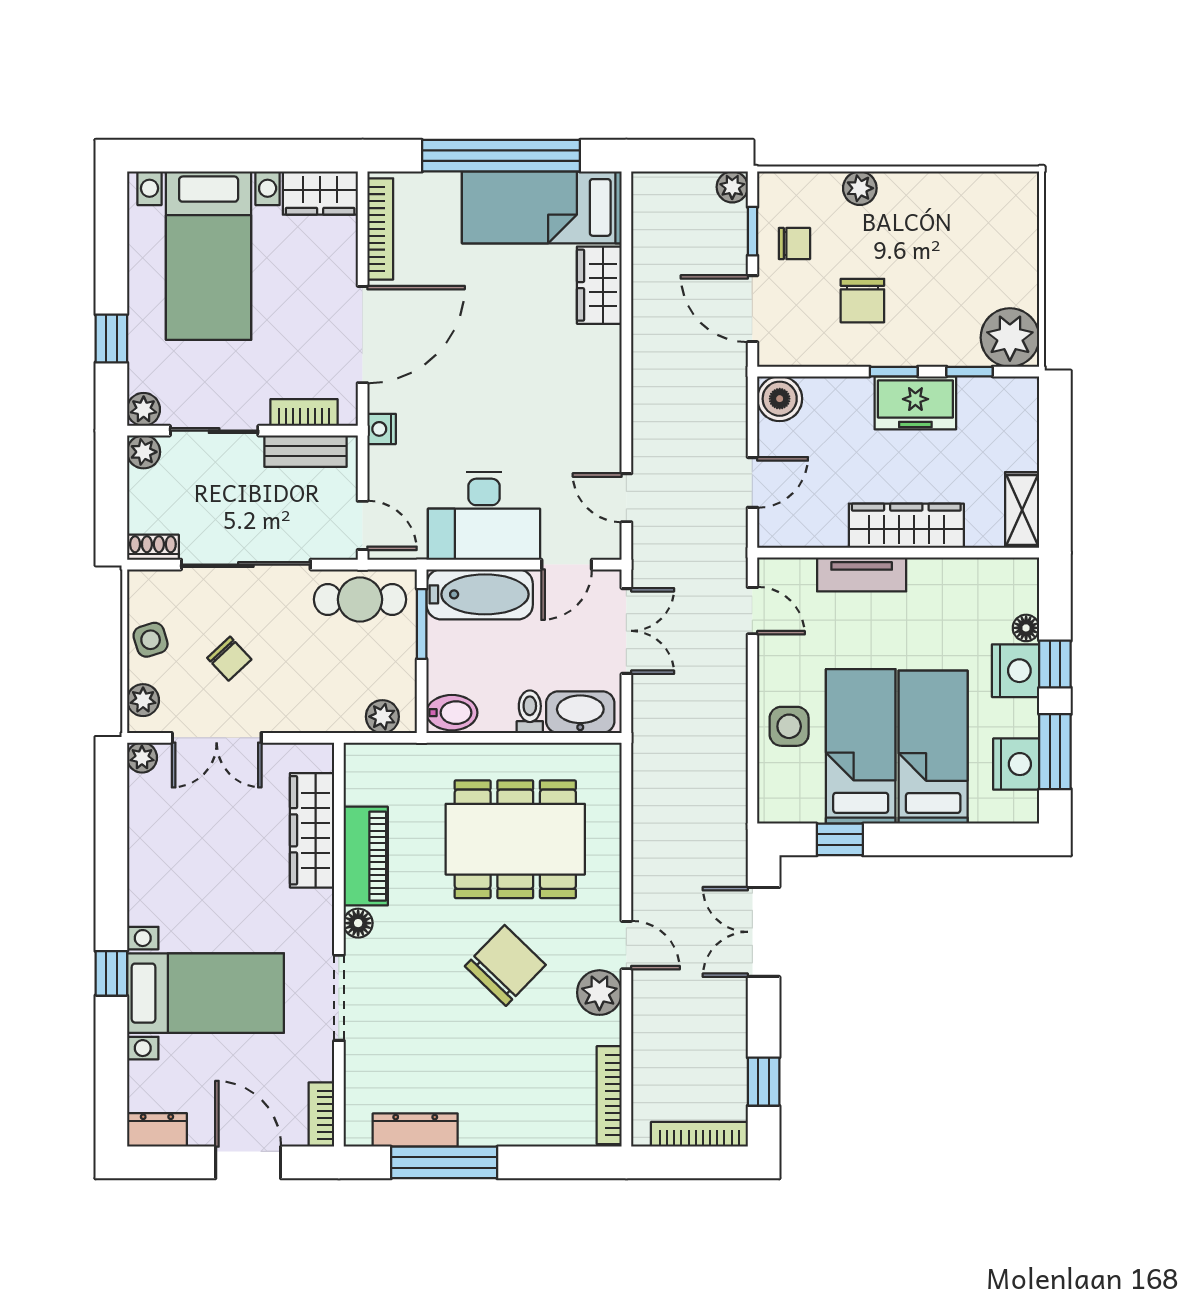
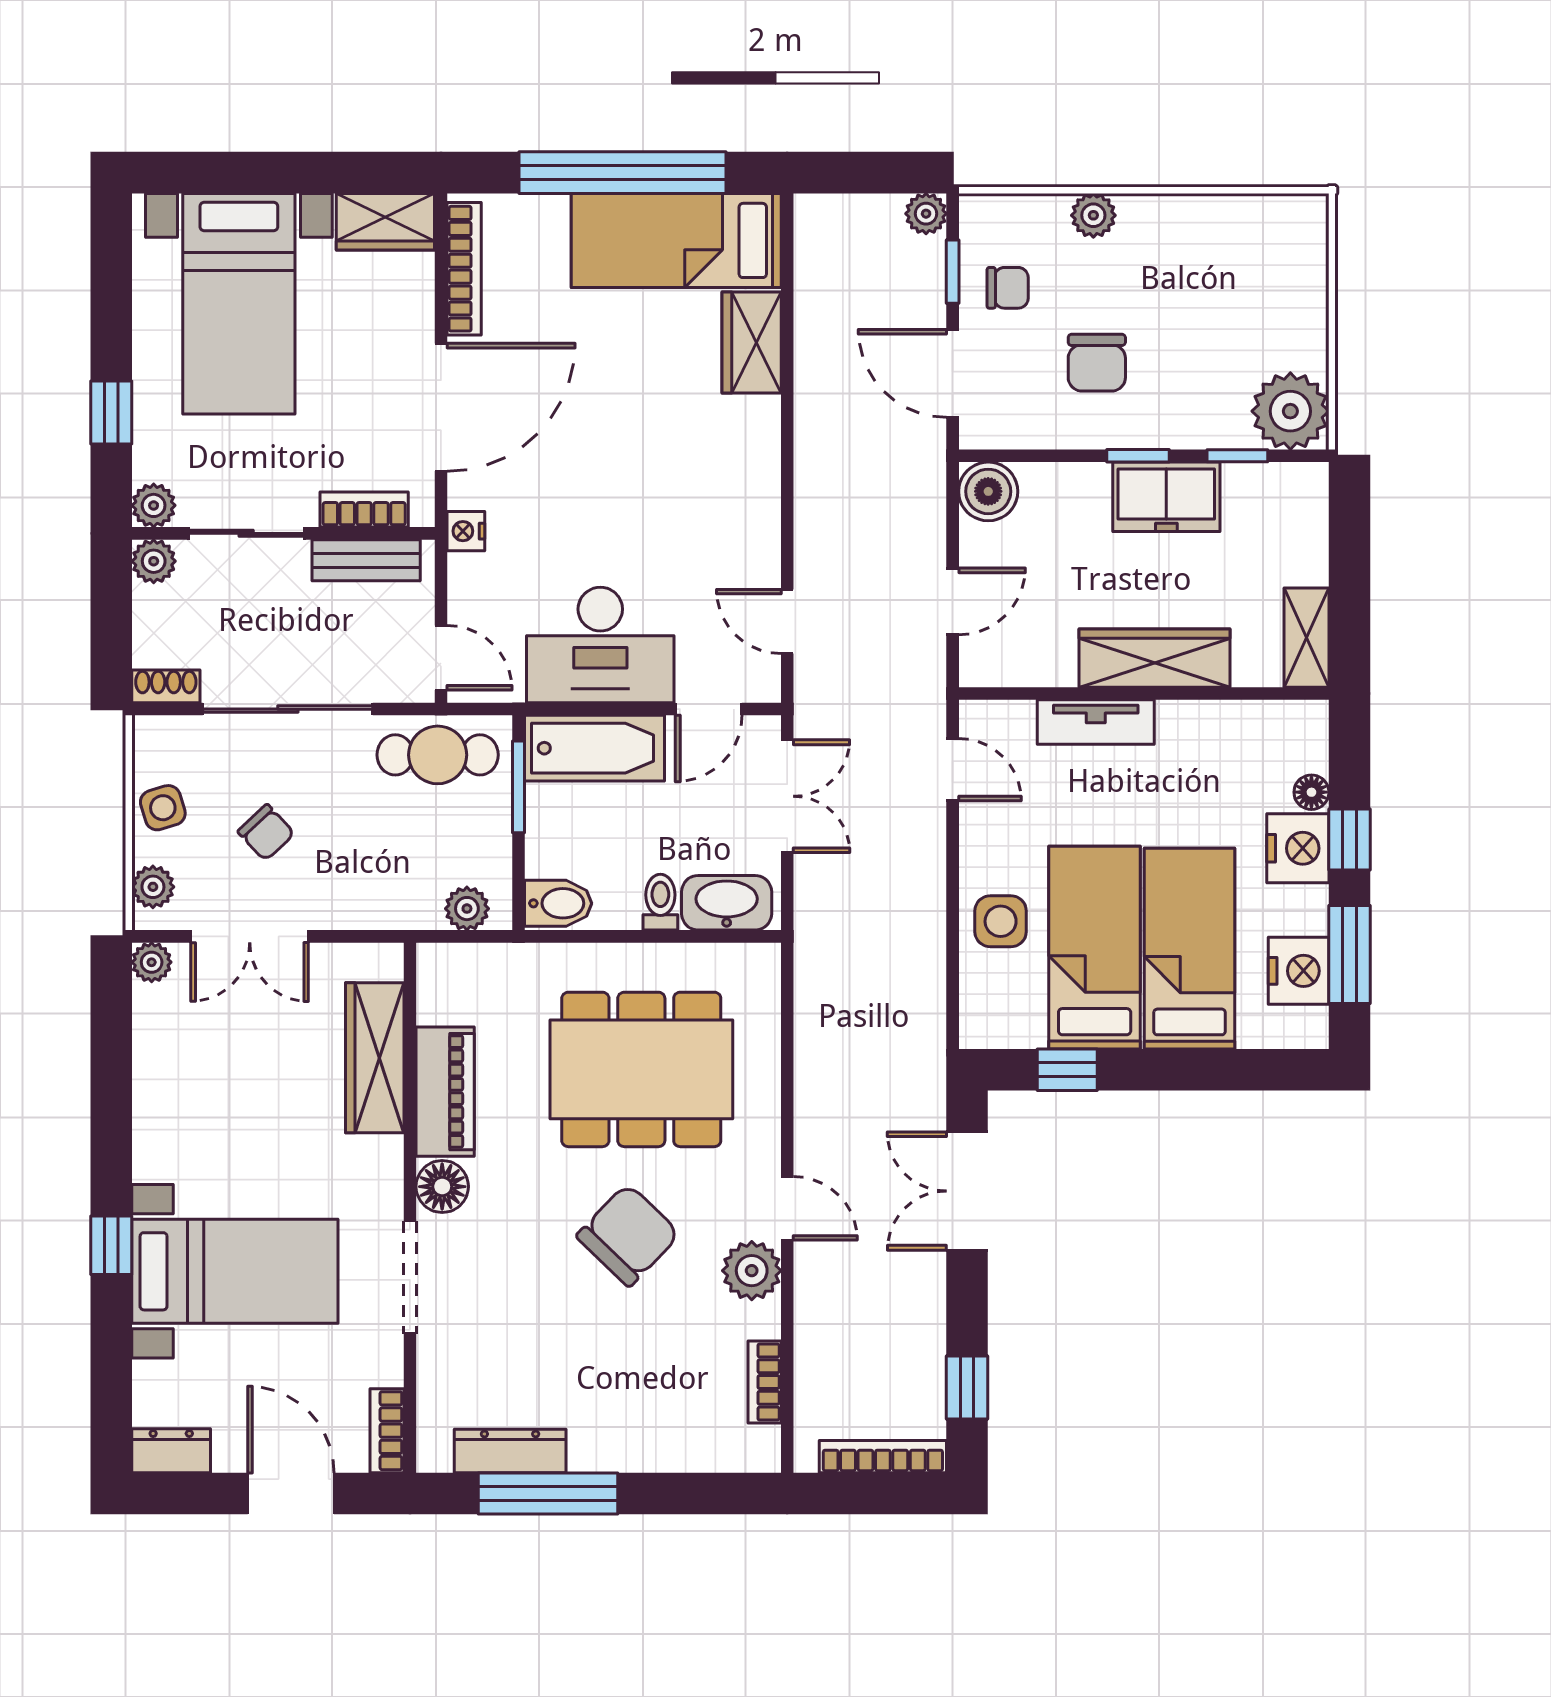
floor lamp: (358, 923) -> (442, 1187), width x1.37, depth x1.37
bookcase: (609, 1095) -> (765, 1382), width x0.64

